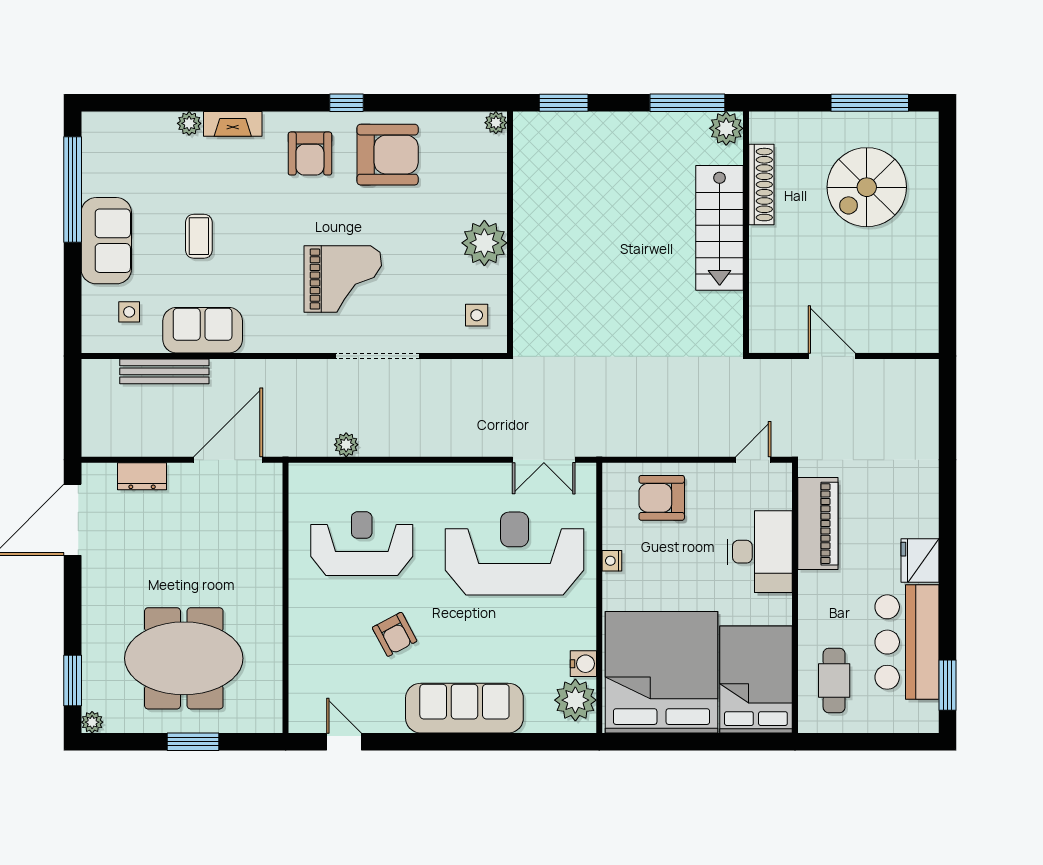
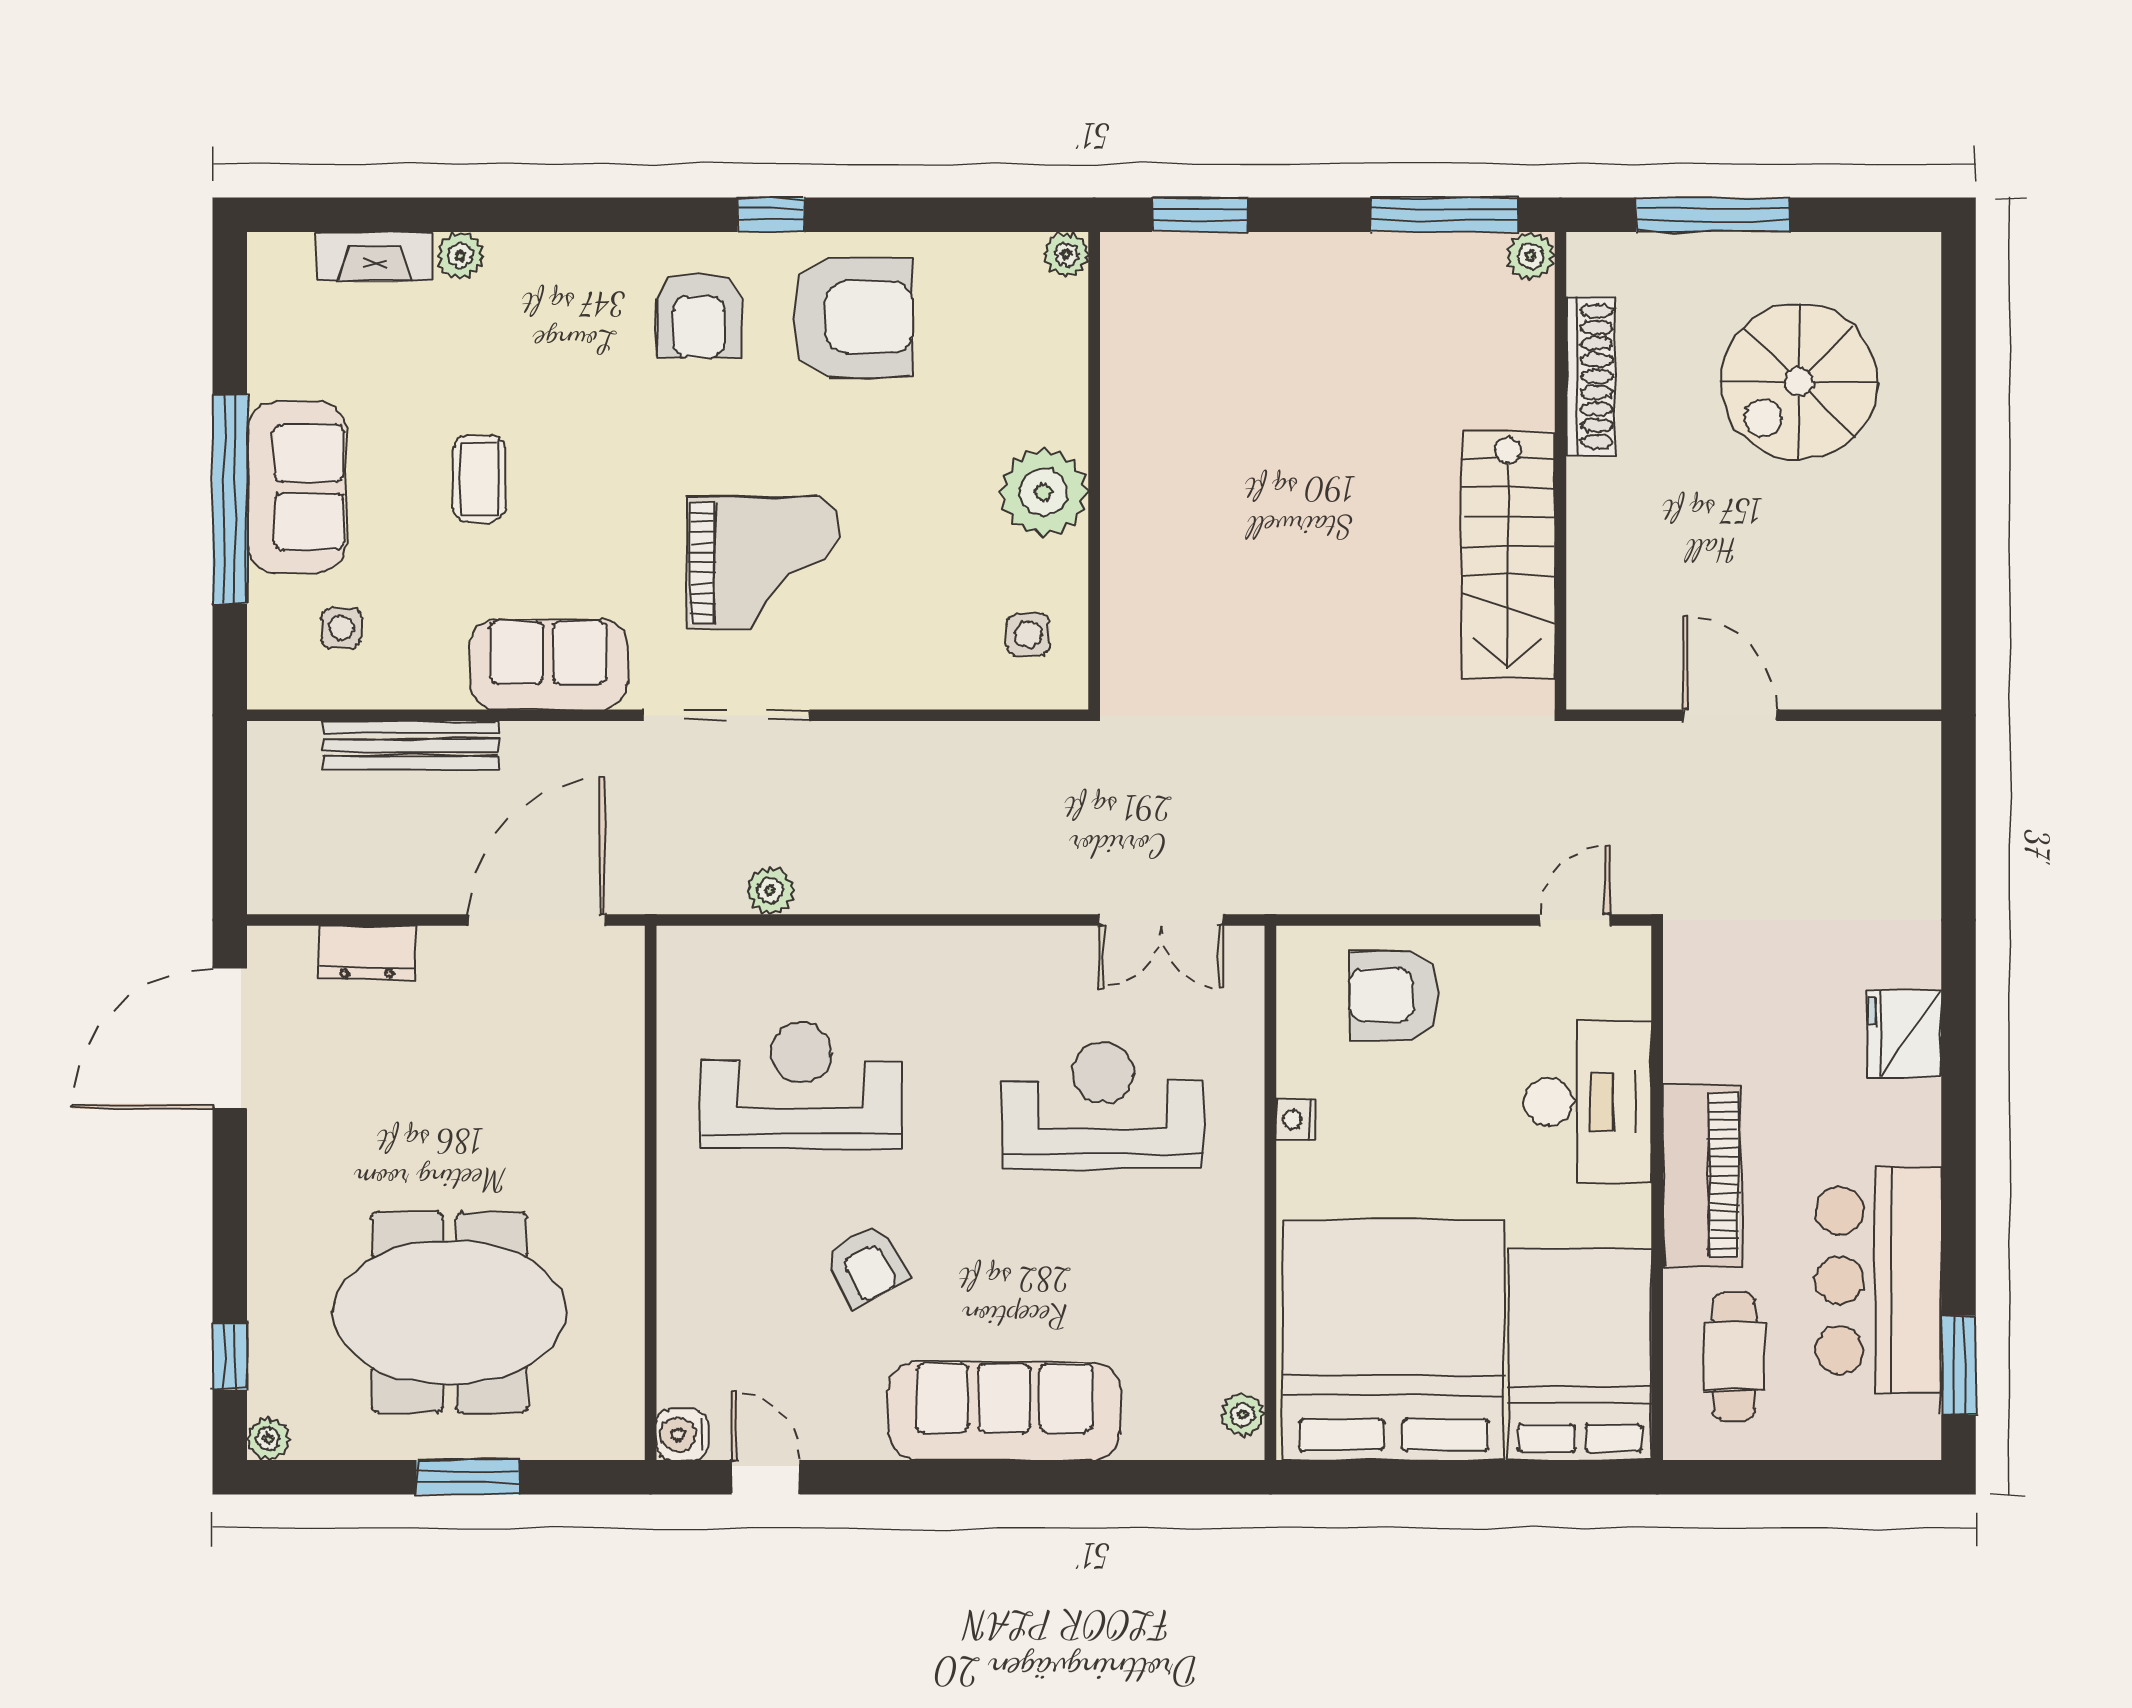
window: (870, 103) -> (1713, 215), moved
fireplace: (233, 124) -> (374, 256), moved
plant: (726, 128) -> (1530, 256), width x0.73, depth x0.73
window: (73, 190) -> (230, 499), moved
stairs: (720, 228) -> (1508, 554), moved
sofa: (203, 330) -> (548, 664), moved
doorway: (378, 356) -> (726, 715), moved
piano: (818, 524) -> (1702, 1175), moved
reception desk: (515, 553) -> (1103, 1105), width x0.74, depth x0.77
fridge: (920, 561) -> (1904, 1034), moved
water cooler: (583, 664) -> (682, 1435), moved, turned 180
window: (73, 681) -> (230, 1356), width x0.67
plant: (575, 700) -> (1243, 1414), width x0.53, depth x0.53

